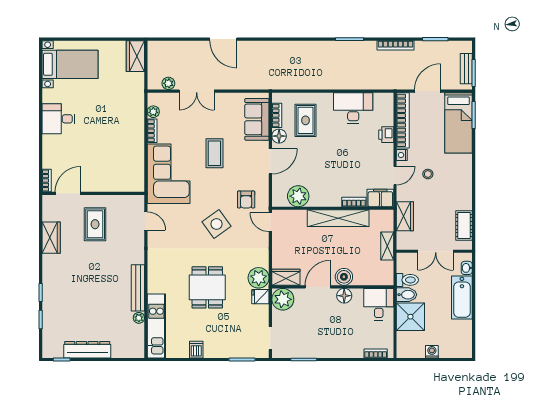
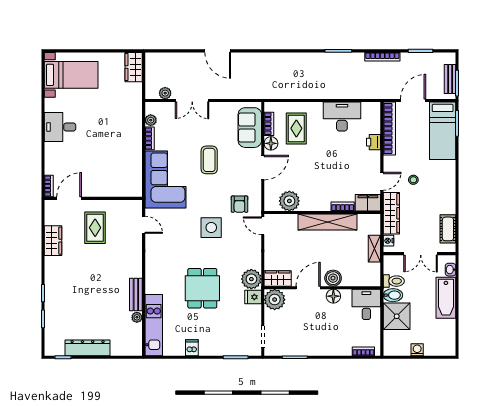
nightstand: (402, 155) -> (388, 241), moved
wardrobe: (405, 216) -> (391, 213), width x1.50
side table: (217, 224) -> (211, 228), turned 36
bench: (138, 288) -> (136, 295), width x0.73

